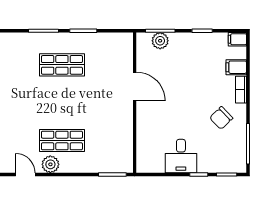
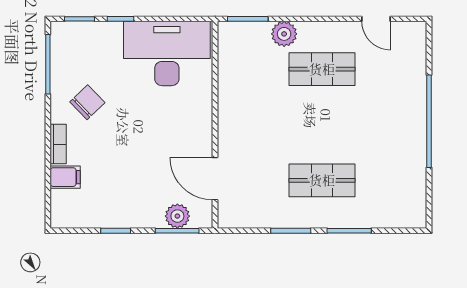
filing cabinet: (237, 39) -> (64, 218), removed
door: (135, 86) -> (215, 179), moved
desk: (181, 156) -> (167, 54), width x1.87, depth x1.30
plant: (50, 164) -> (284, 34), moved

